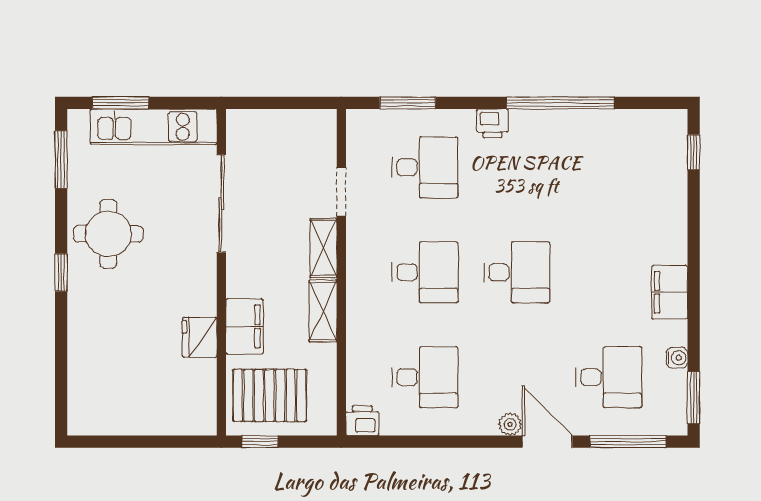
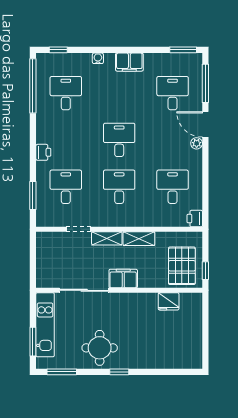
window: (560, 103) -> (33, 86), moved
desk: (609, 167) -> (66, 93), added
filing cabinet: (244, 326) -> (123, 279), moved
fridge: (200, 337) -> (169, 301), moved
water cooler: (677, 358) -> (98, 58), moved
door: (547, 442) -> (205, 124), hinge flipped

